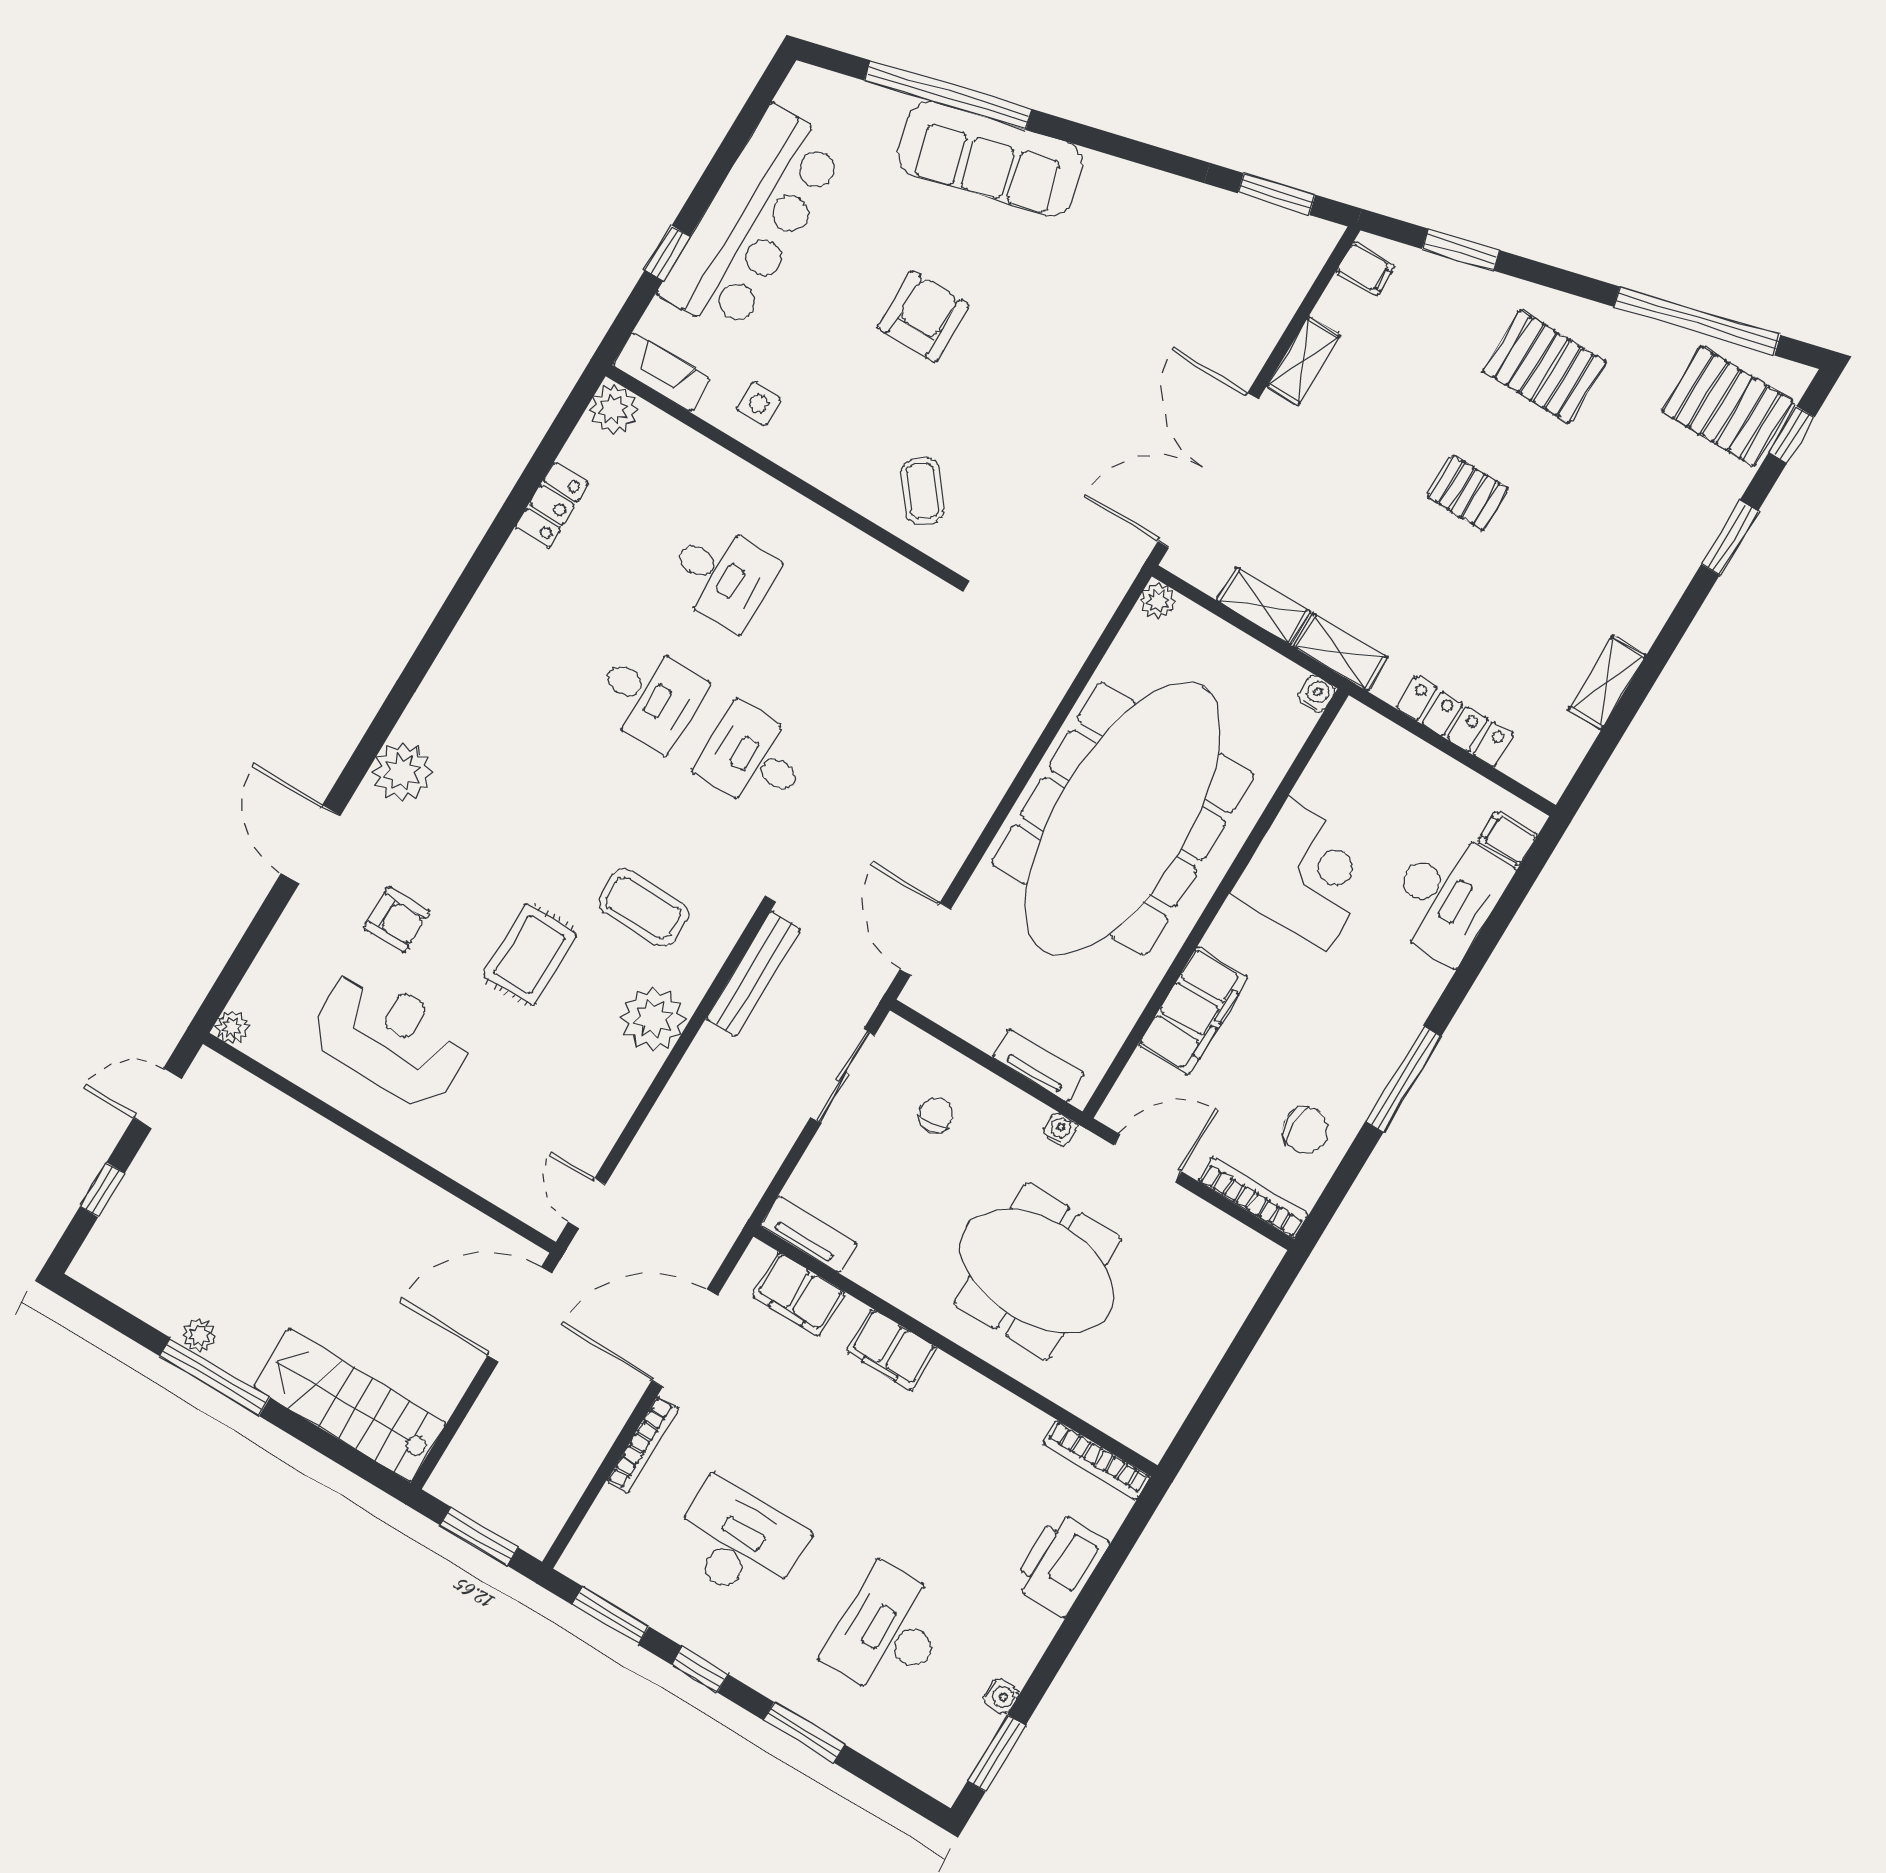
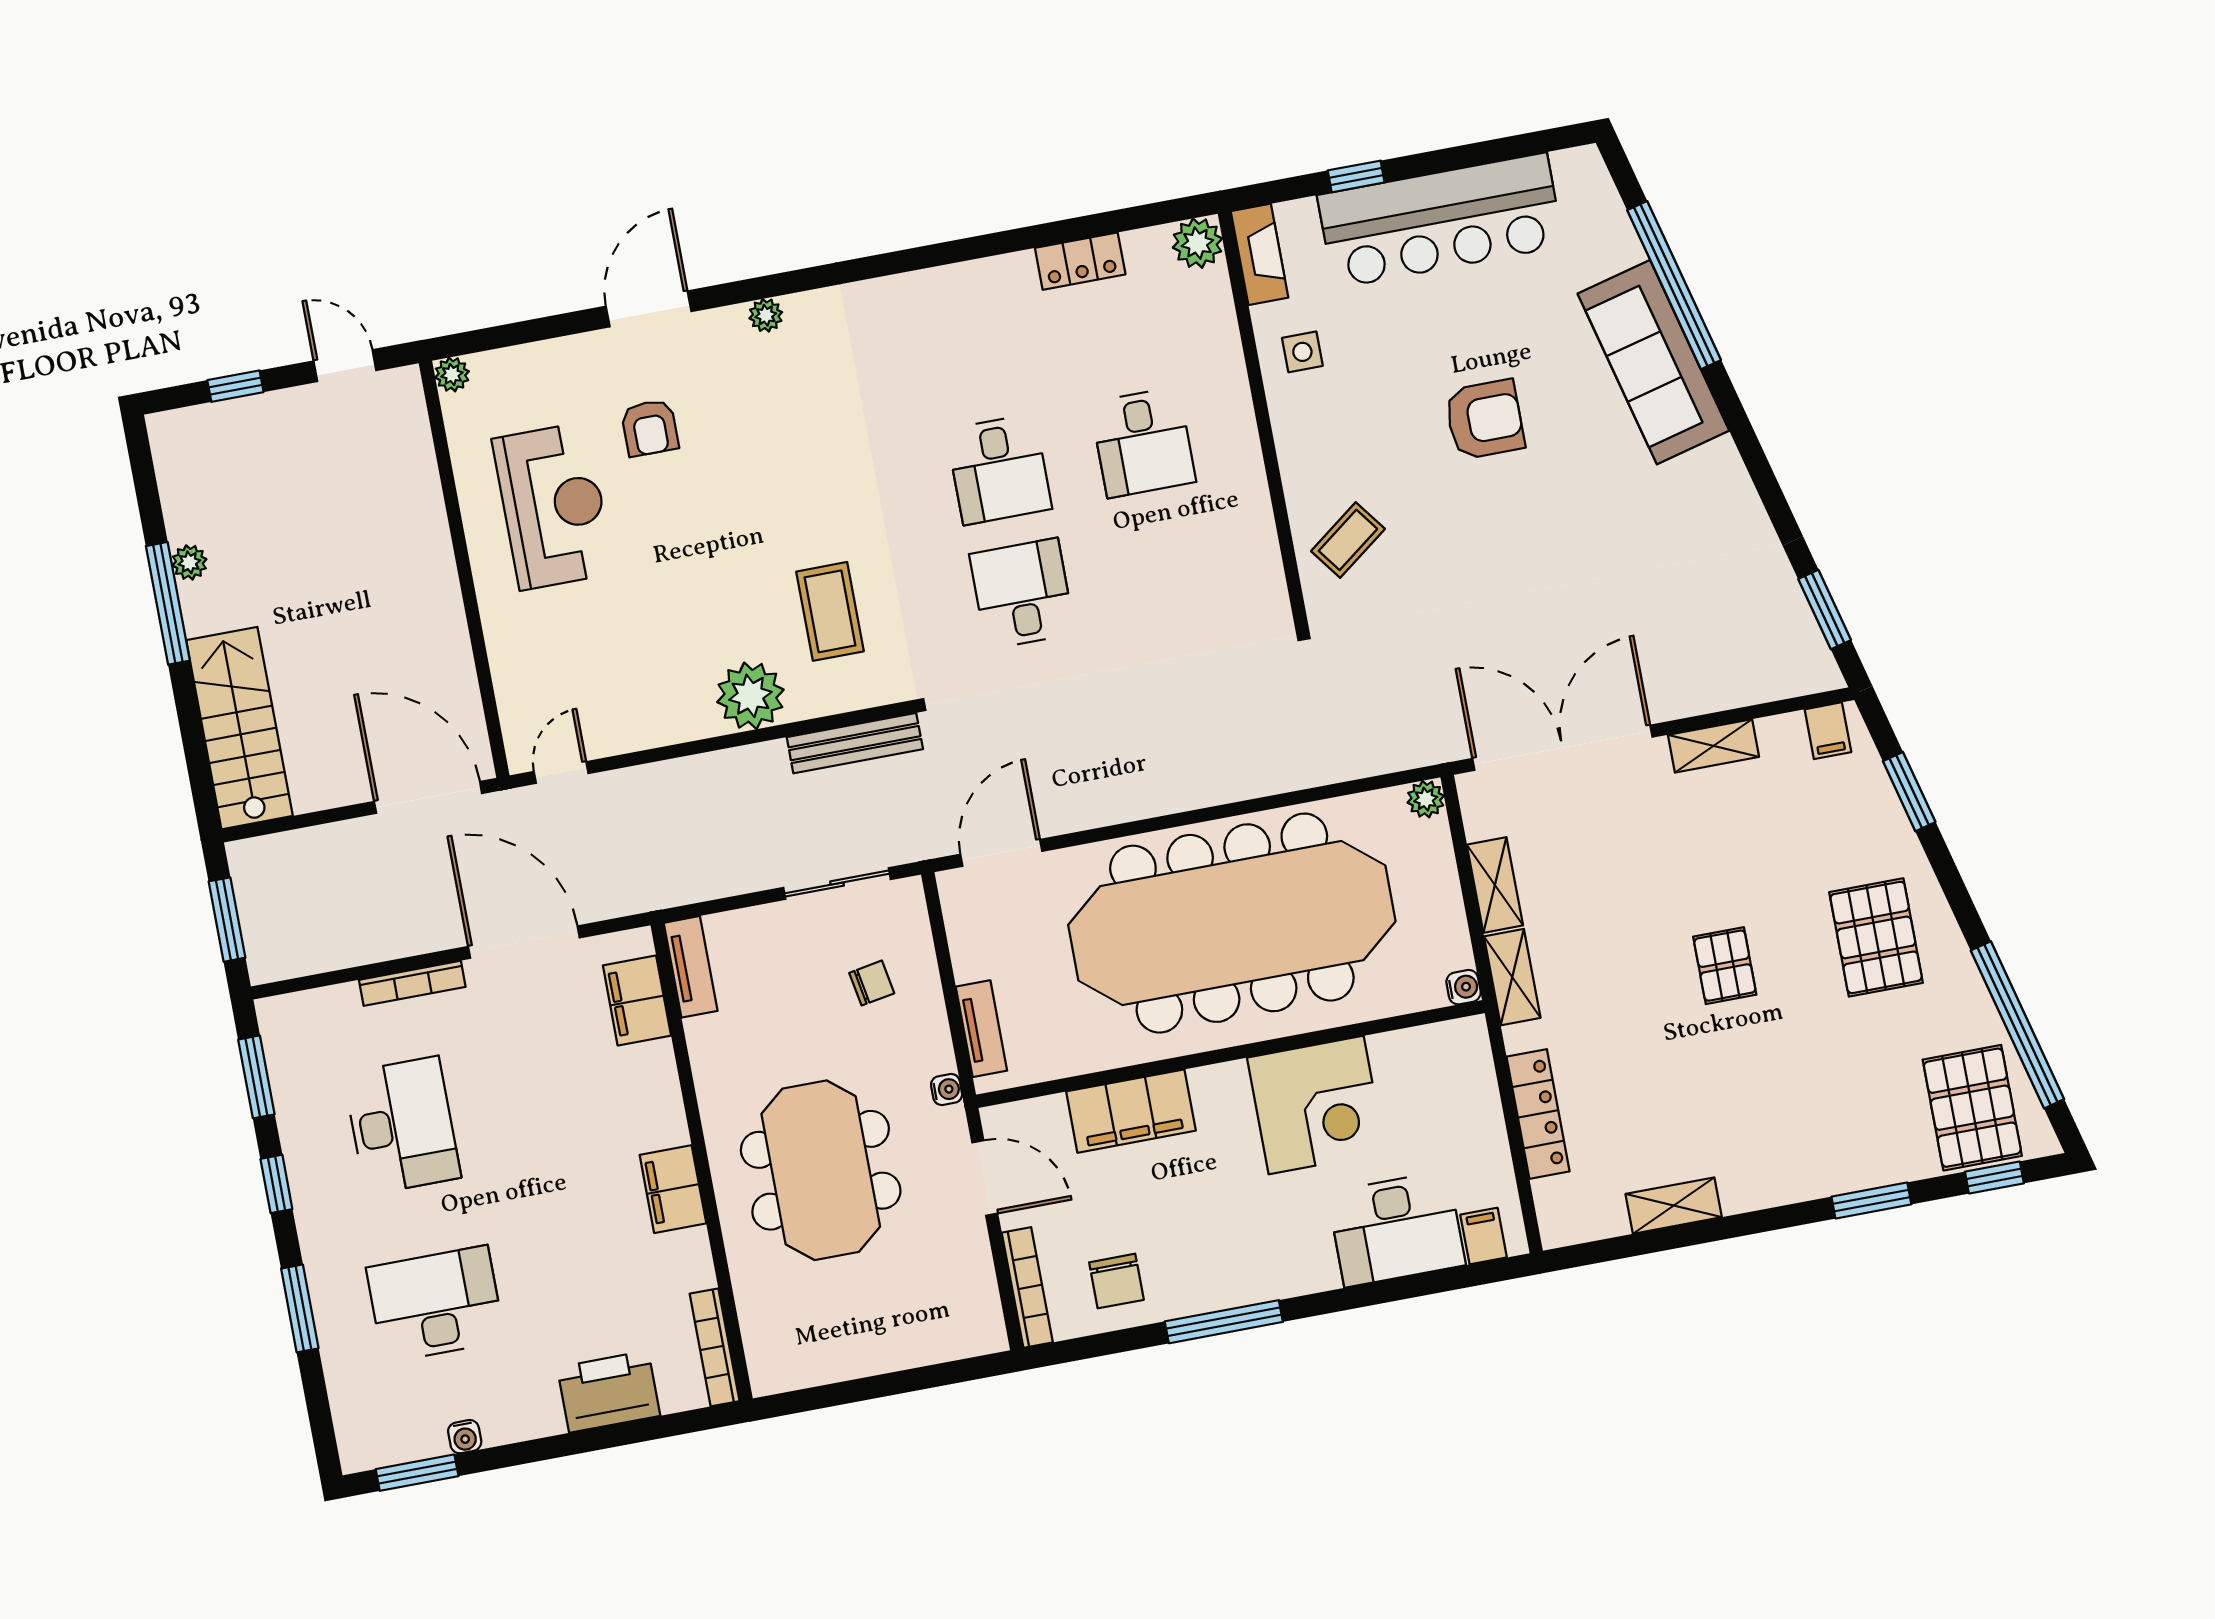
plant: (402, 772) -> (766, 315), width x0.53, depth x0.53
rug: (530, 955) -> (715, 556), removed
filing cabinet: (892, 1350) -> (673, 1189), moved

